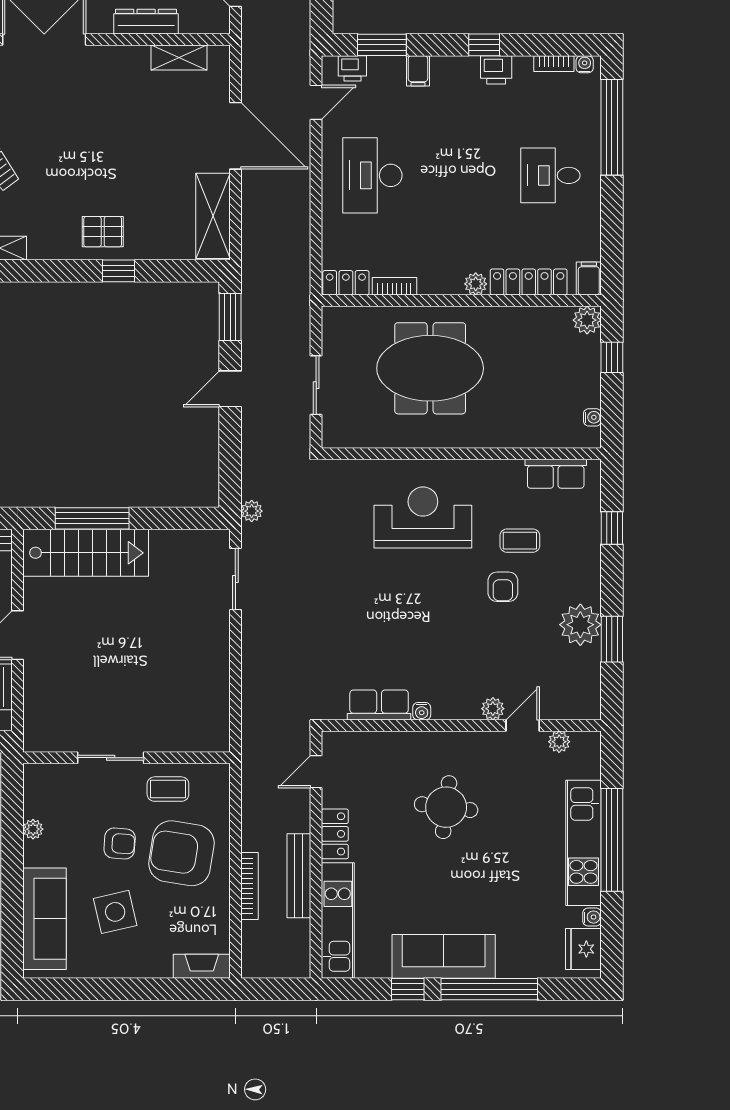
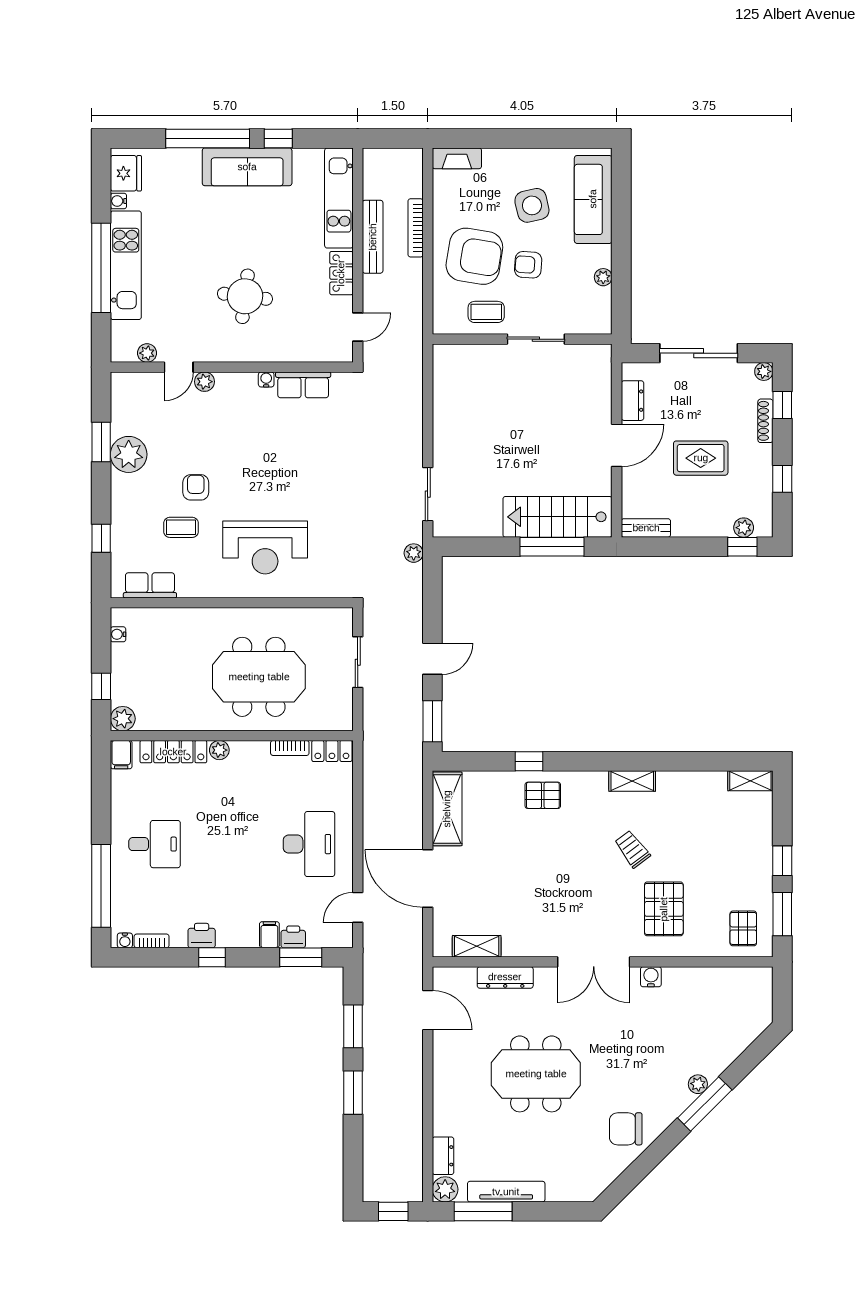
printer: (352, 68) -> (293, 937), moved

